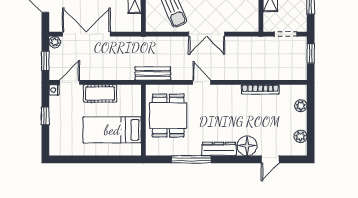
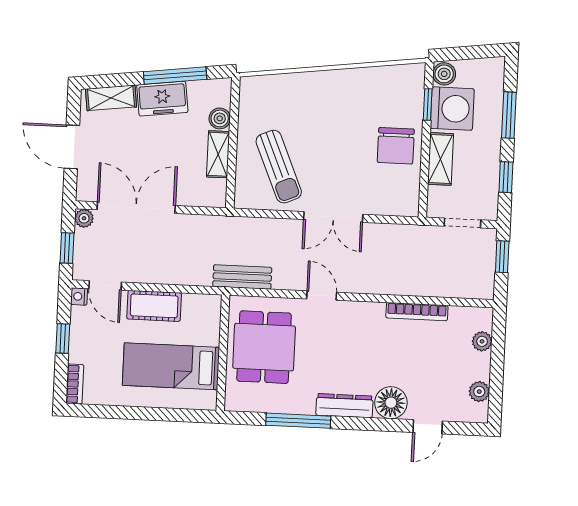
door: (70, 82) -> (105, 285), swing flipped
bookcase: (54, 143) -> (75, 384), added

